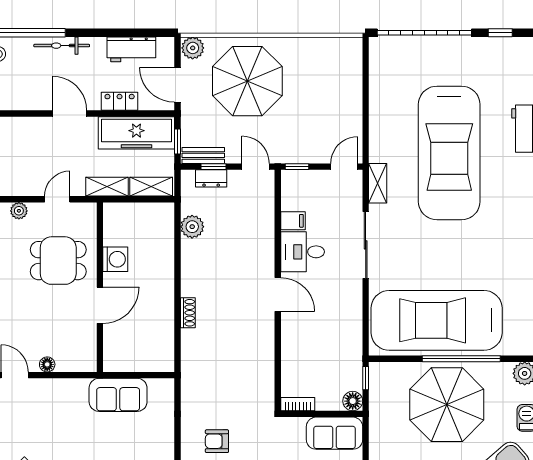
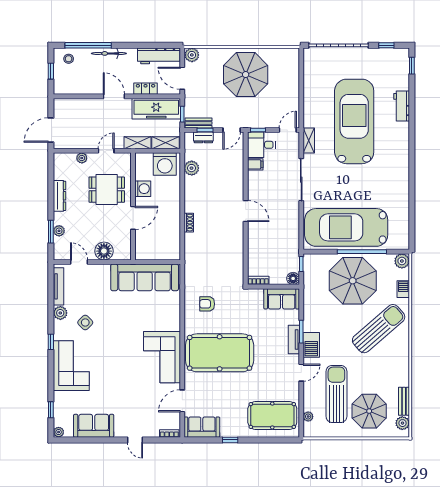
workbench: (131, 49) -> (159, 56), width x1.37
parasol: (247, 81) -> (246, 75), moved
car: (449, 153) -> (354, 121), turned 180
door: (256, 167) -> (232, 130), swing flipped
washing machine: (150, 220) -> (165, 164), added
desk: (303, 252) -> (261, 145), moved
floor lamp: (47, 364) -> (104, 251), width x1.89, depth x1.89
sofa: (118, 395) -> (145, 277), width x1.85, depth x1.27

